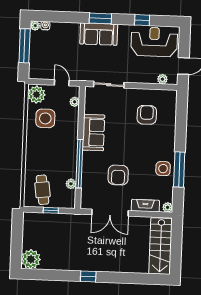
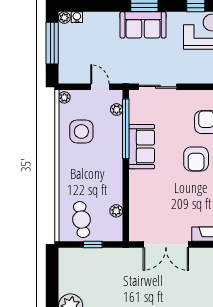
plant: (36, 95) -> (64, 97), width x0.53, depth x0.53
window: (79, 164) -> (126, 129), moved
armchair: (118, 175) -> (196, 159), moved

